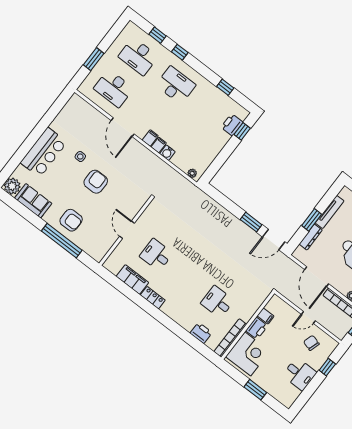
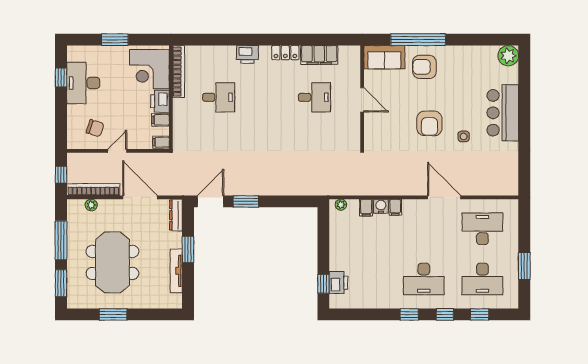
desk: (138, 56) -> (482, 279), turned 180
window: (94, 59) -> (524, 266), moved
window: (225, 87) -> (409, 314), moved
filing cabinet: (150, 138) -> (366, 208), moved
sofa: (33, 201) -> (384, 57), moved
dresser: (311, 237) -> (176, 215), moved
filing cabinet: (276, 302) -> (161, 142), added
printer: (201, 333) -> (247, 54), moved
window: (327, 367) -> (61, 77), moved
desk: (299, 374) -> (83, 83), width x1.37

